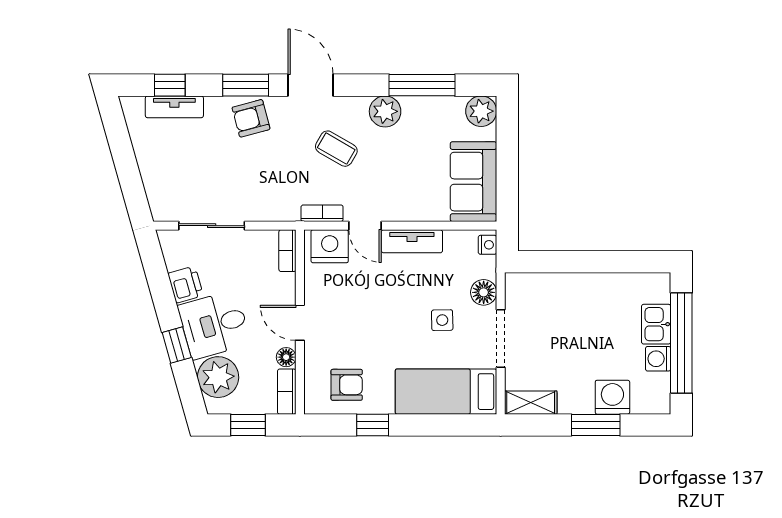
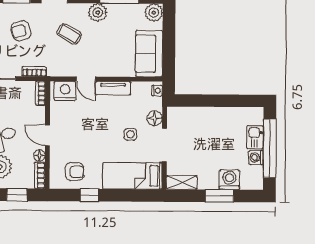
armchair: (251, 118) -> (21, 31), moved
bookcase: (322, 213) -> (34, 71), moved

